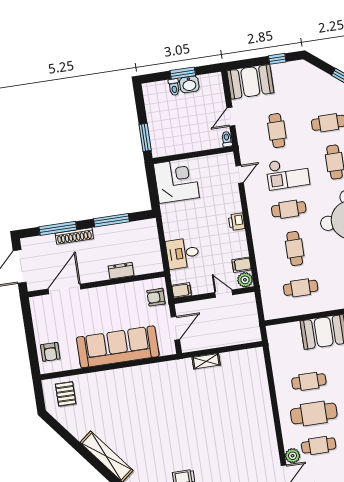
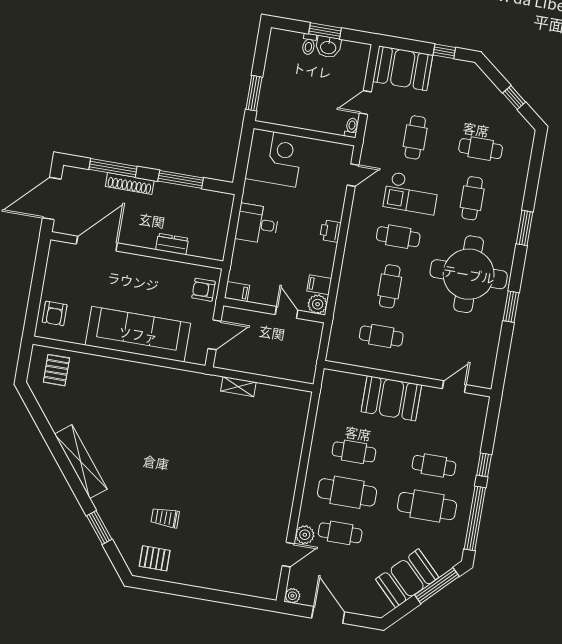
desk: (183, 253) -> (257, 224), moved

